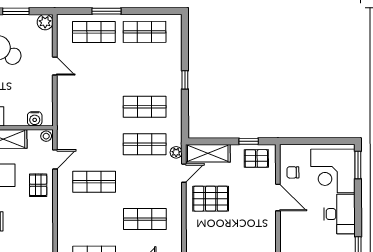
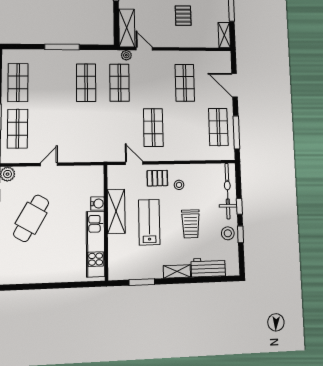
window: (185, 80) -> (62, 47), width x2.17
water cooler: (35, 119) -> (98, 204), moved
stool: (46, 136) -> (179, 185), moved
pallet: (211, 199) -> (183, 16), moved, width x0.67, depth x0.71

